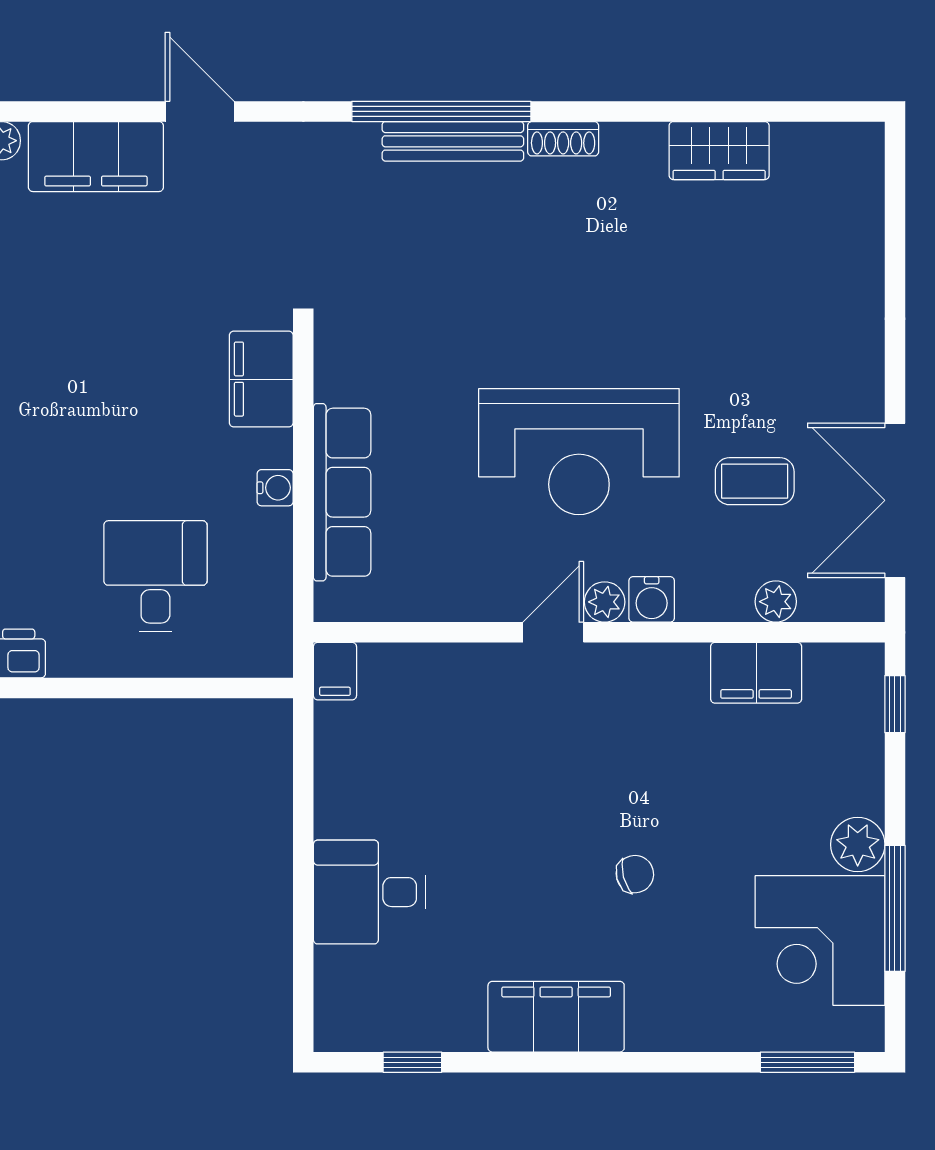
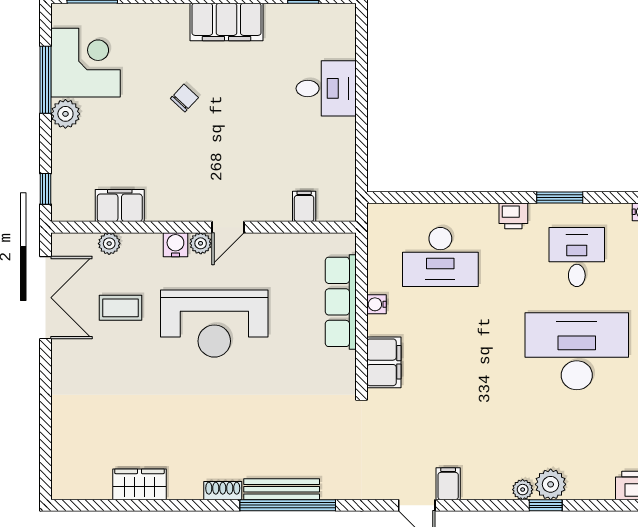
filing cabinet: (96, 157) -> (448, 484), width x0.33, depth x0.86
reception desk: (579, 452) -> (214, 324), turned 180
desk: (155, 576) -> (440, 257), width x1.37
filing cabinet: (335, 671) -> (304, 206), moved
chair: (635, 874) -> (184, 98), turned 148

